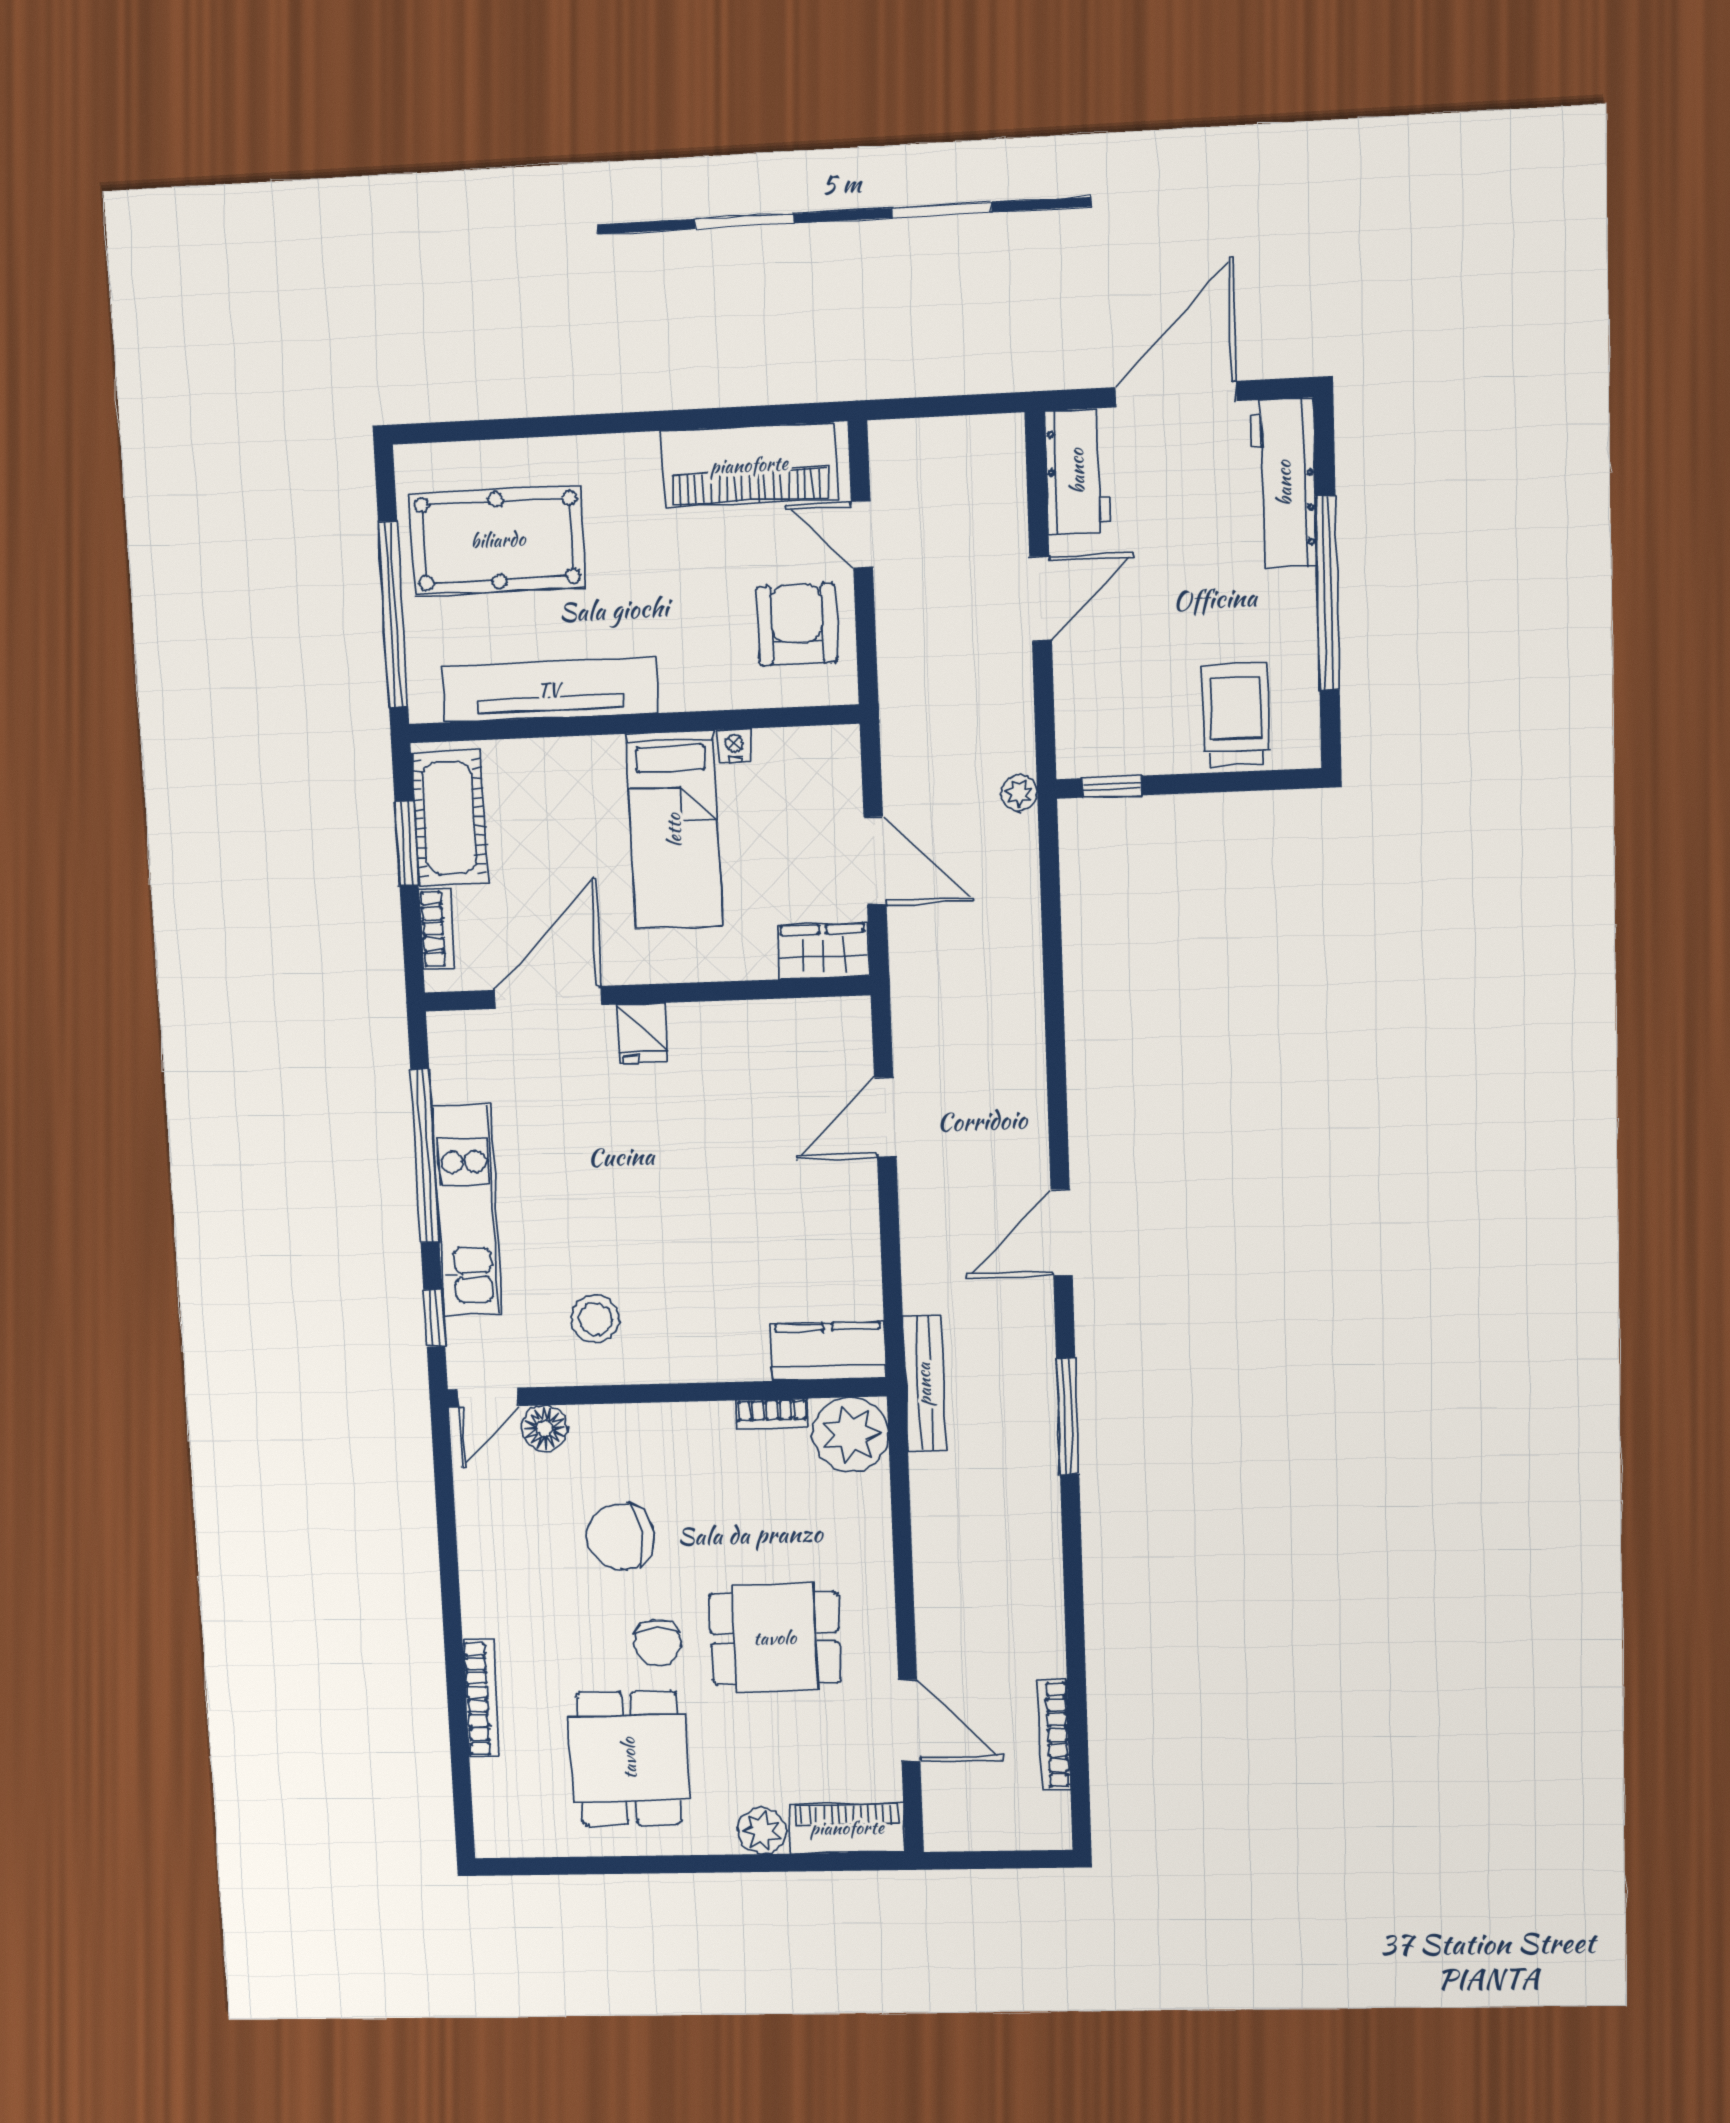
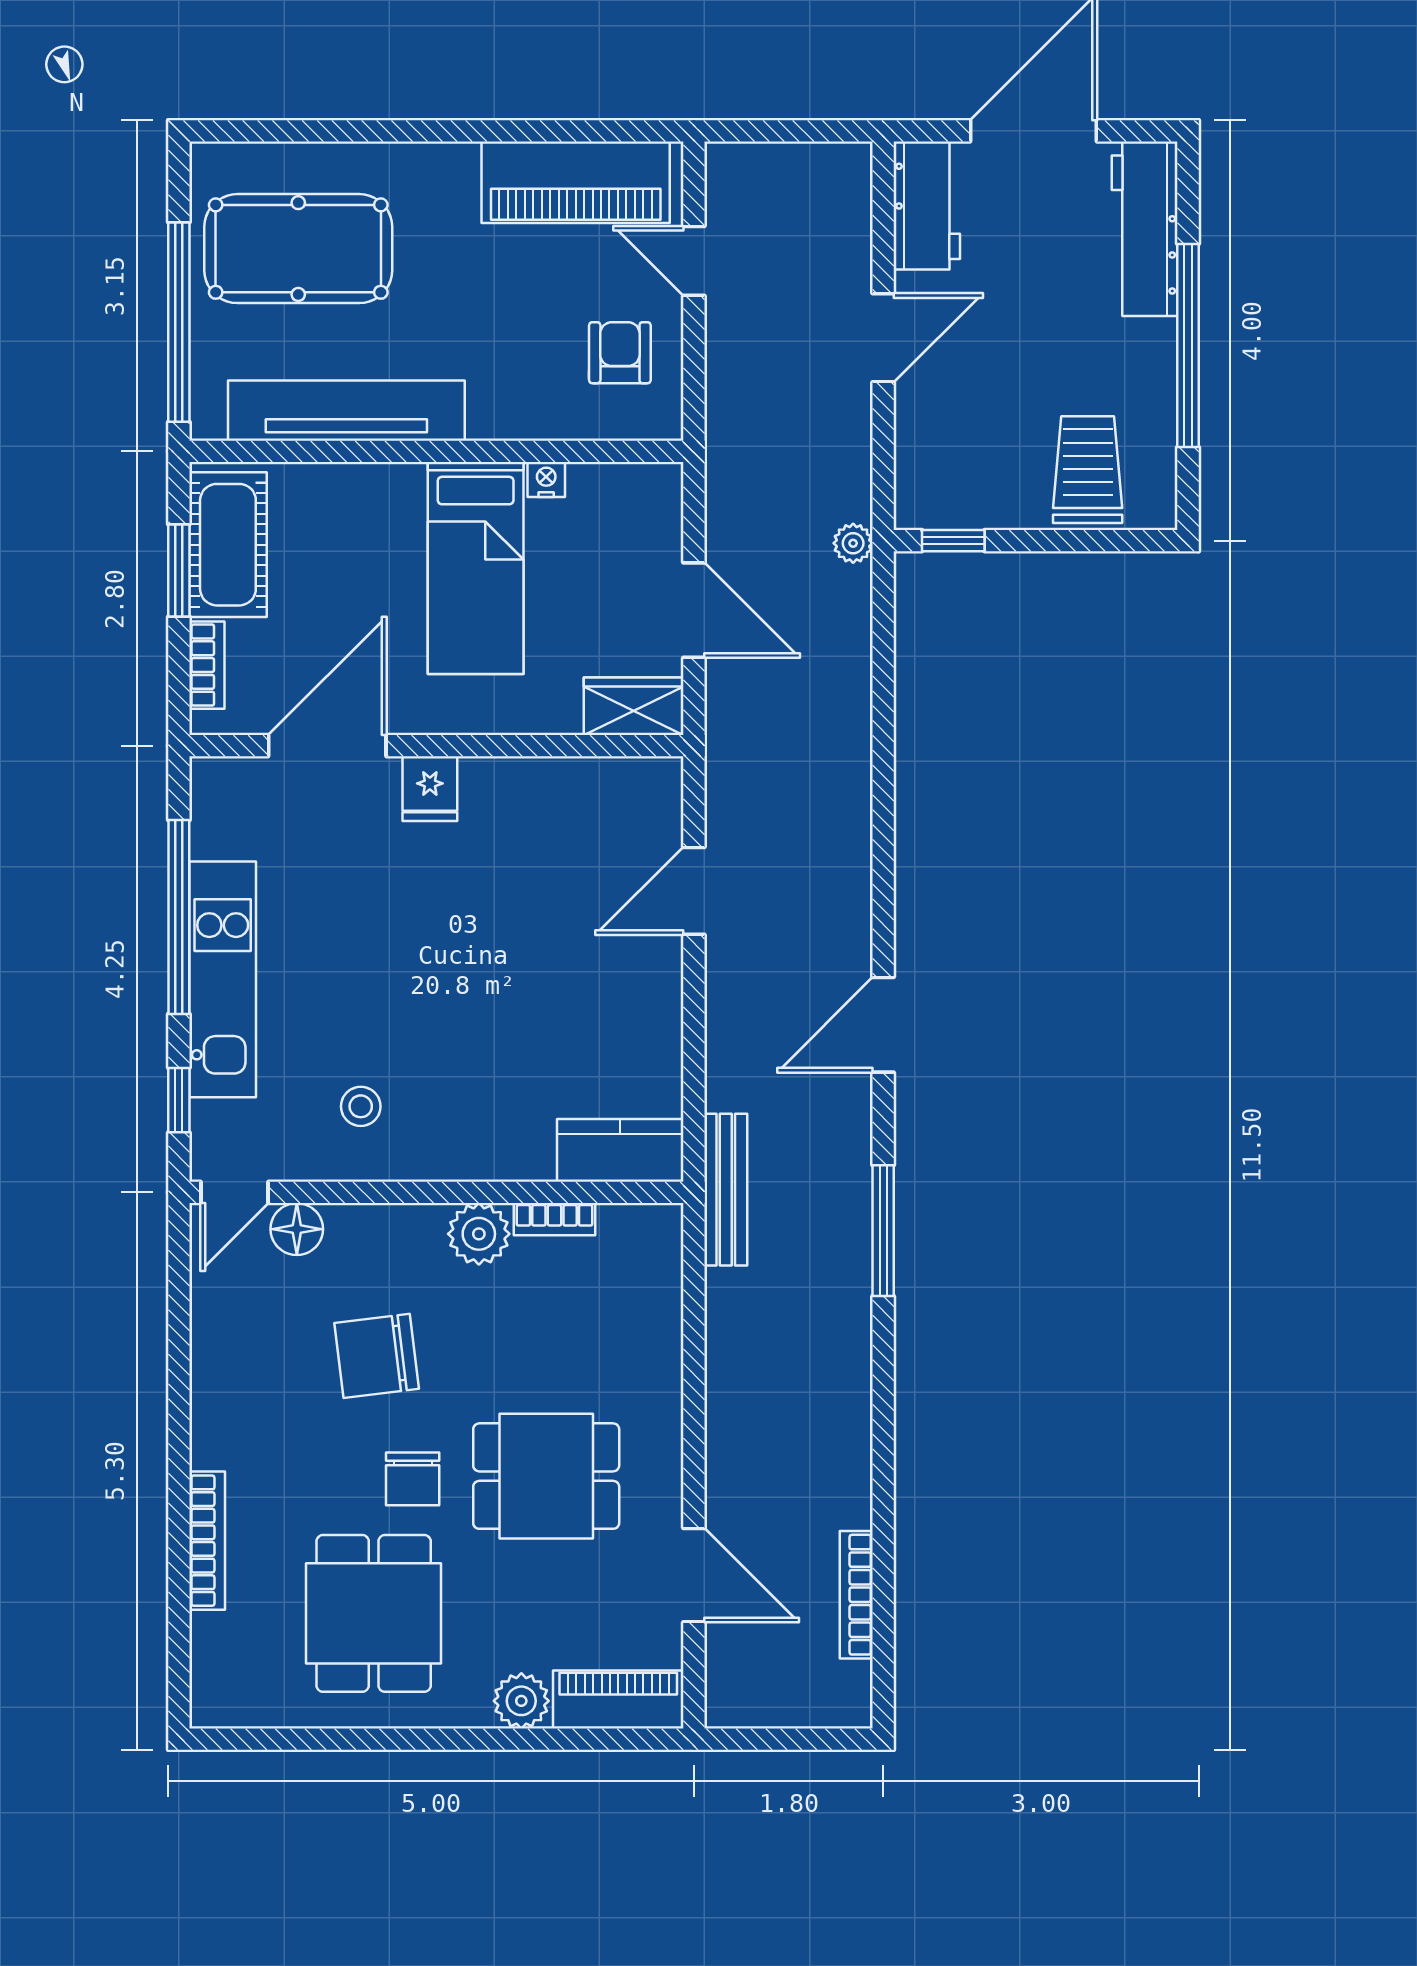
armchair: (797, 624) -> (620, 353), width x0.72, depth x0.72
stool: (595, 1319) -> (361, 1106), width x0.73, depth x0.73
plant: (851, 1435) -> (479, 1234), moved, width x0.73, depth x0.73

